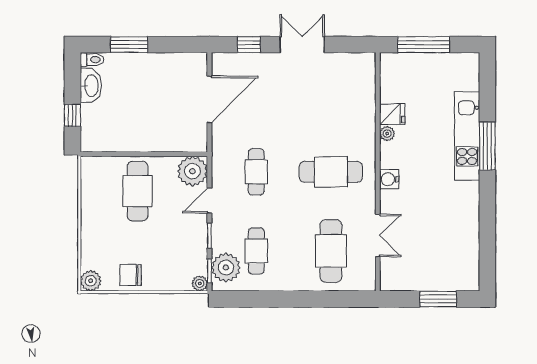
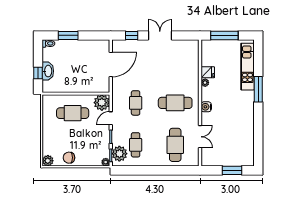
washbasin: (91, 86) -> (48, 71), moved
kitchen unit: (467, 136) -> (247, 67), moved
cafe table: (138, 191) -> (73, 113), turned 90

